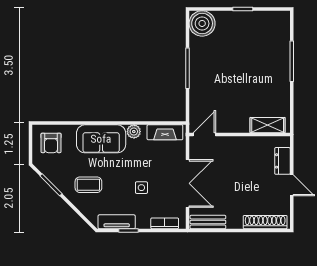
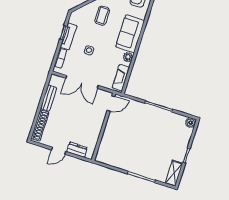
boiler: (202, 23) -> (191, 123), width x0.54, depth x0.54
shelving: (268, 125) -> (174, 173), moved
door: (204, 135) -> (111, 103), hinge flipped
tv unit: (117, 222) -> (68, 36), moved
bench: (208, 222) -> (49, 98), moved

